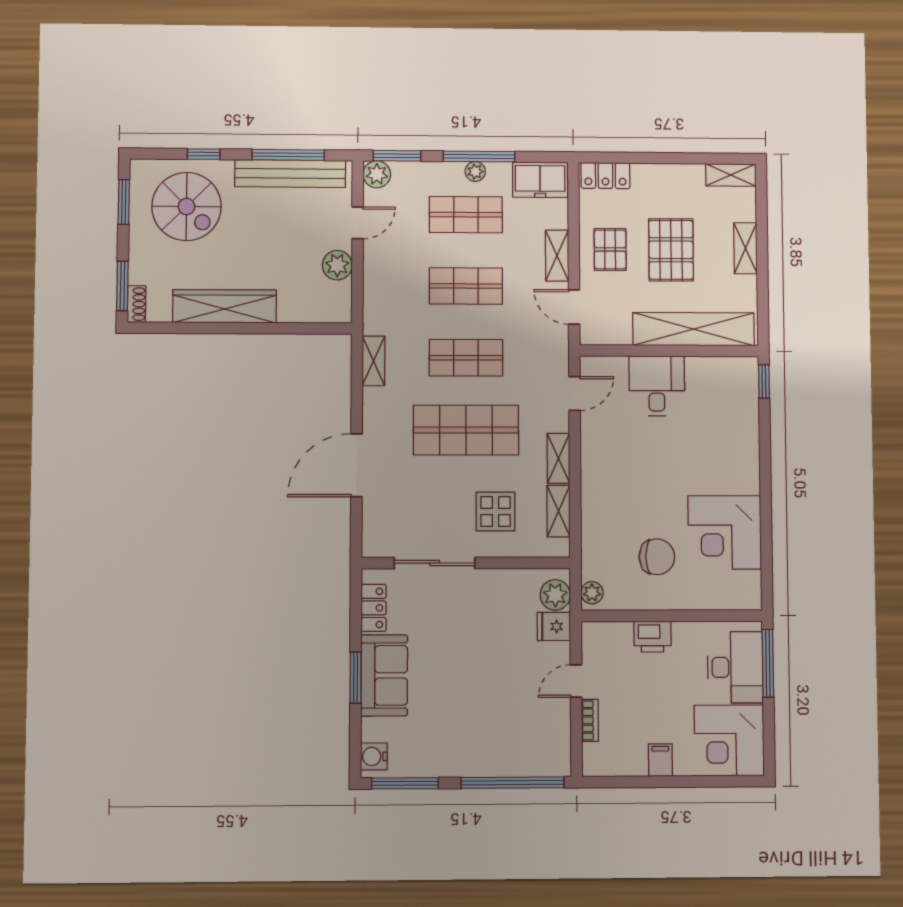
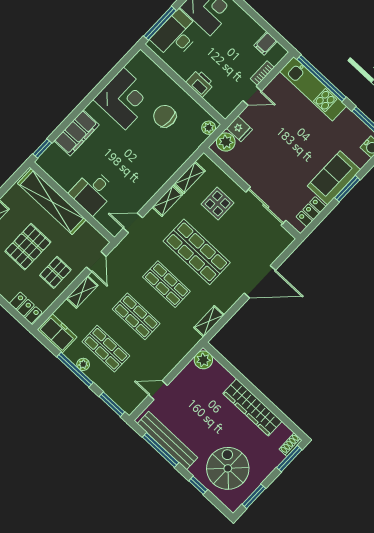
plant: (377, 174) -> (129, 404), removed
plant: (337, 265) -> (203, 360), moved
filing cabinet: (742, 438) -> (77, 133), added
kitchen unit: (511, 760) -> (313, 89), added
filing cabinet: (660, 760) -> (266, 43), moved

